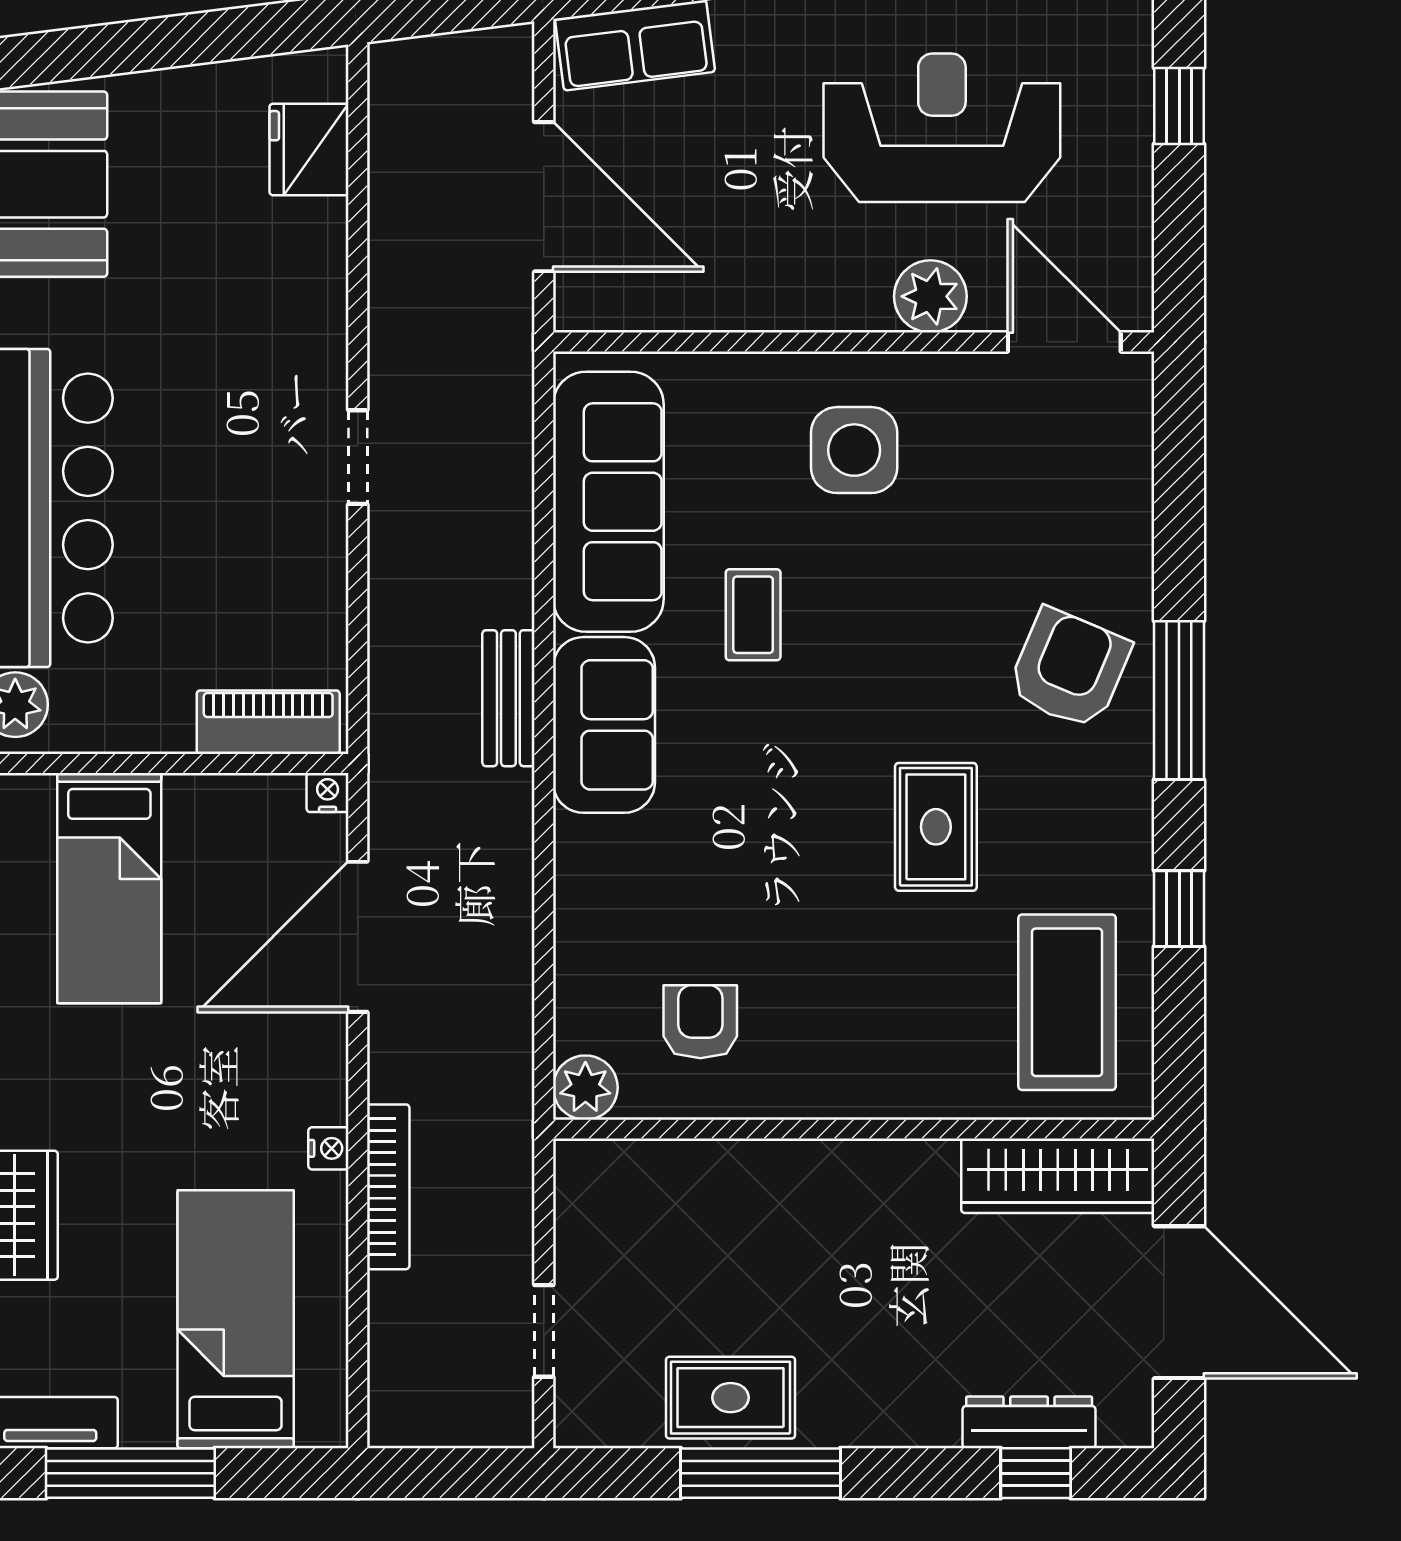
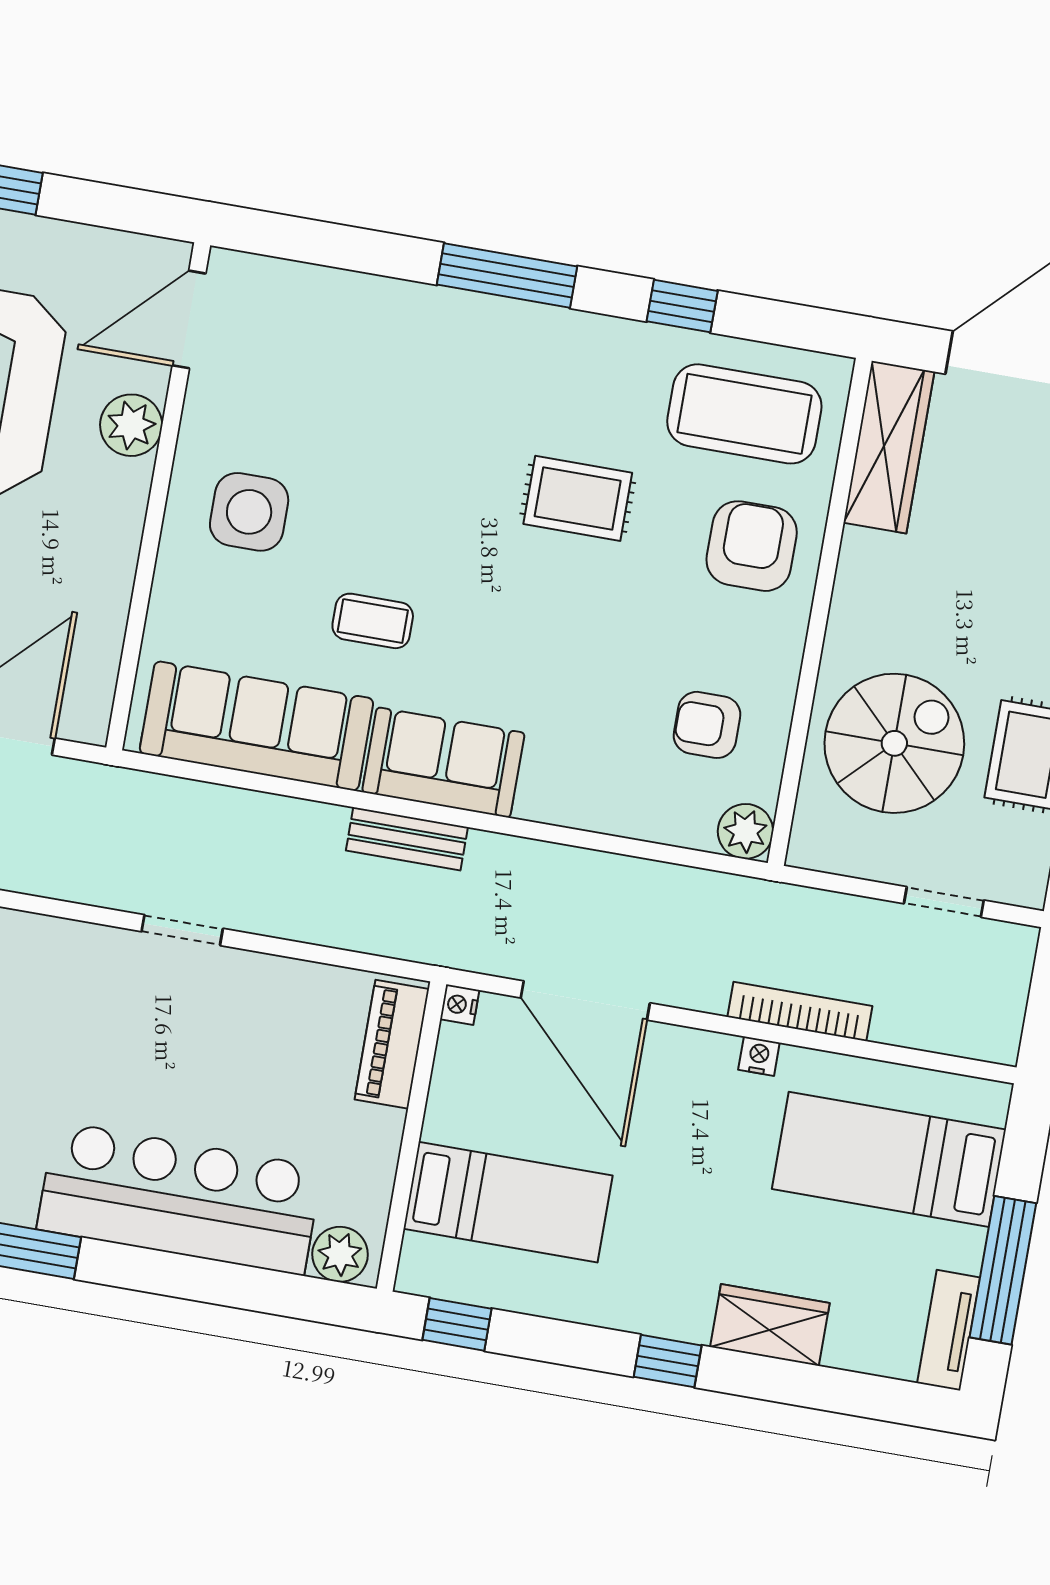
armchair: (1069, 669) -> (752, 546), moved, turned 67
spiral stairs: (717, 1242) -> (894, 743), added

